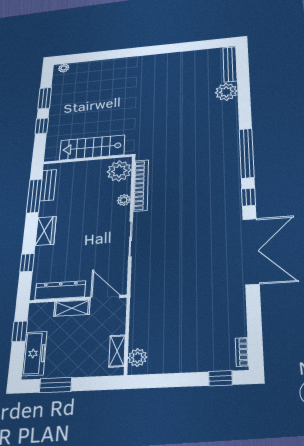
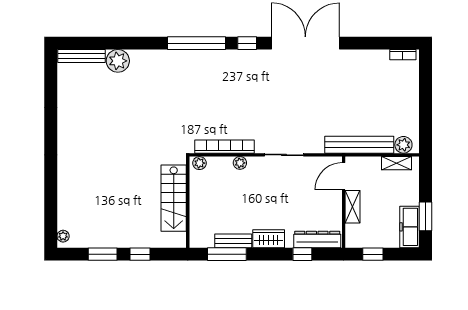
plant: (119, 171) -> (199, 163), width x0.53, depth x0.53
bench: (48, 185) -> (233, 241), moved
dresser: (60, 290) -> (317, 239), moved, turned 90
bench: (139, 311) -> (359, 145), added
freezer: (34, 353) -> (410, 227), moved, turned -90
window: (220, 378) -> (425, 73), removed

